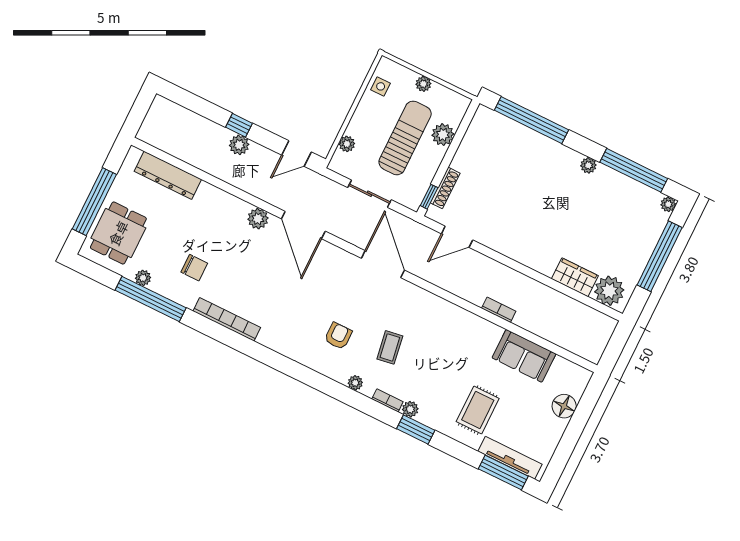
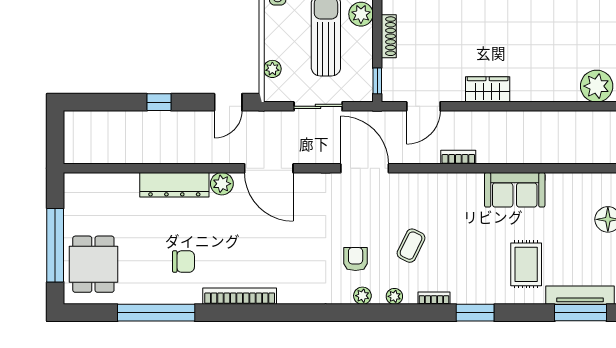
plant: (239, 145) -> (168, 121), removed
dresser: (168, 175) -> (174, 185), moved
shoe rack: (445, 188) -> (389, 36), moved
wardrobe: (575, 277) -> (488, 89), moved
plant: (143, 278) -> (139, 296), removed
bookcase: (499, 310) -> (458, 157), moved
coffee table: (390, 347) -> (411, 246), turned 35
sofa: (524, 356) -> (515, 190), moved
plant: (410, 409) -> (362, 296), moved

